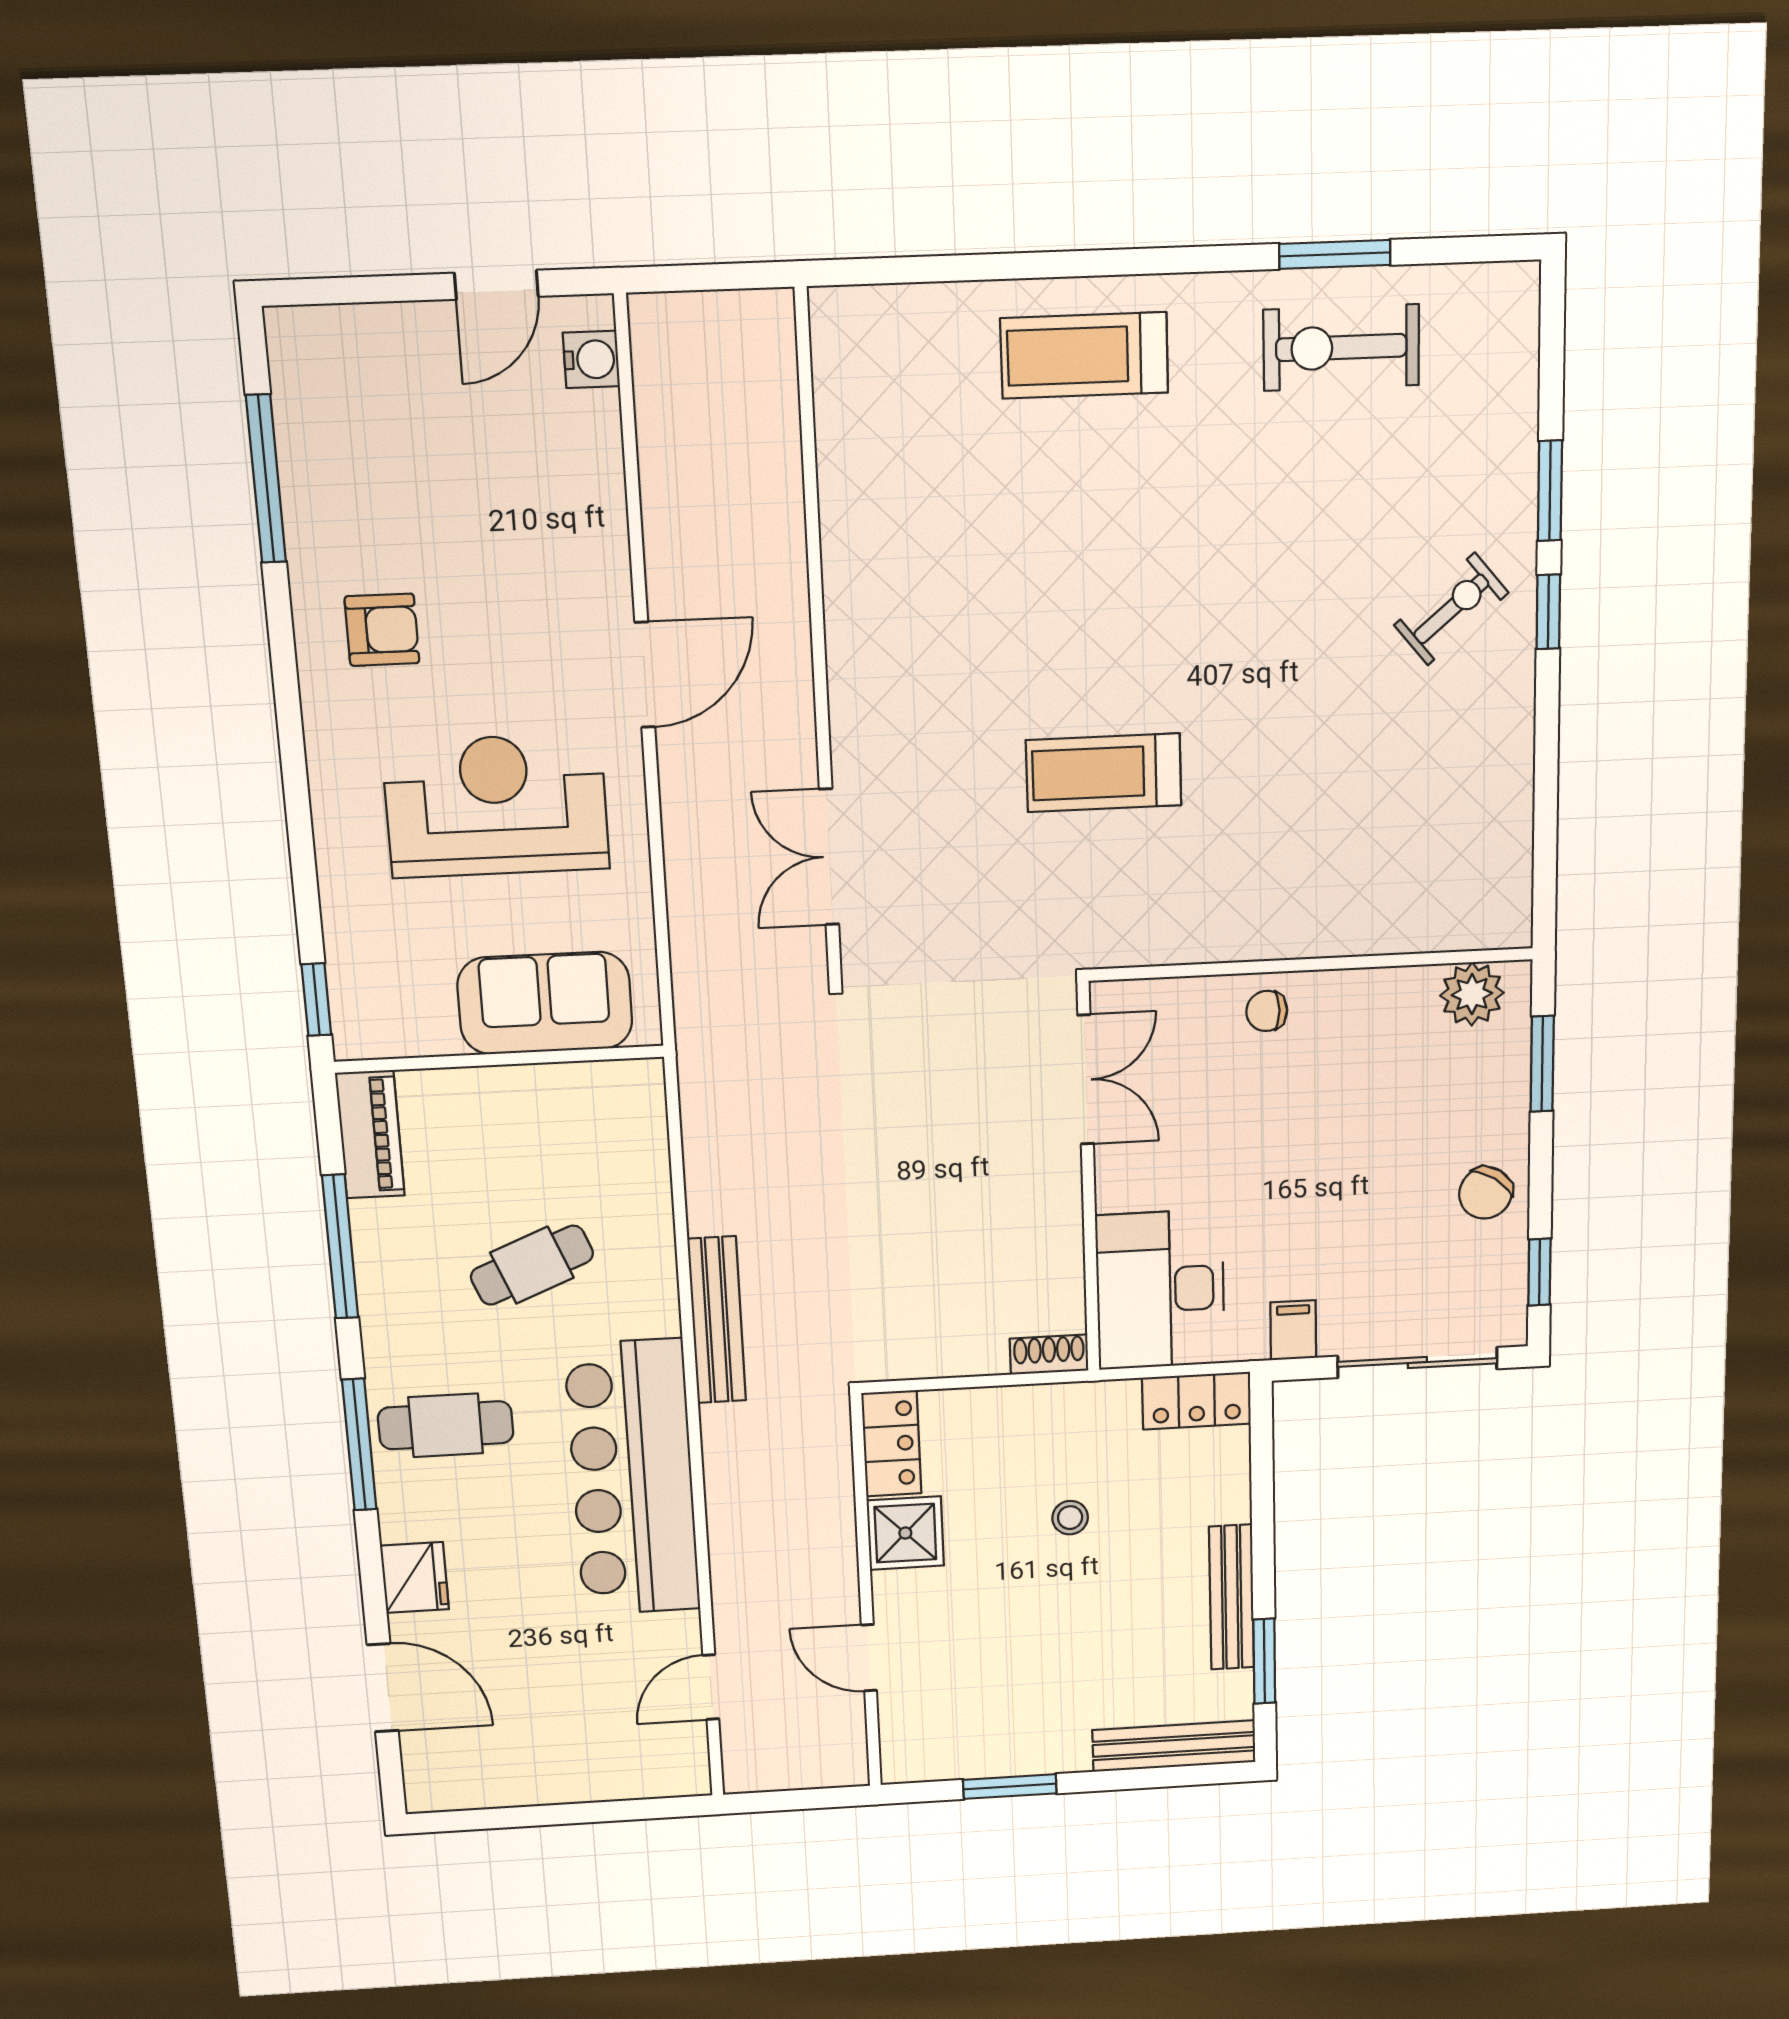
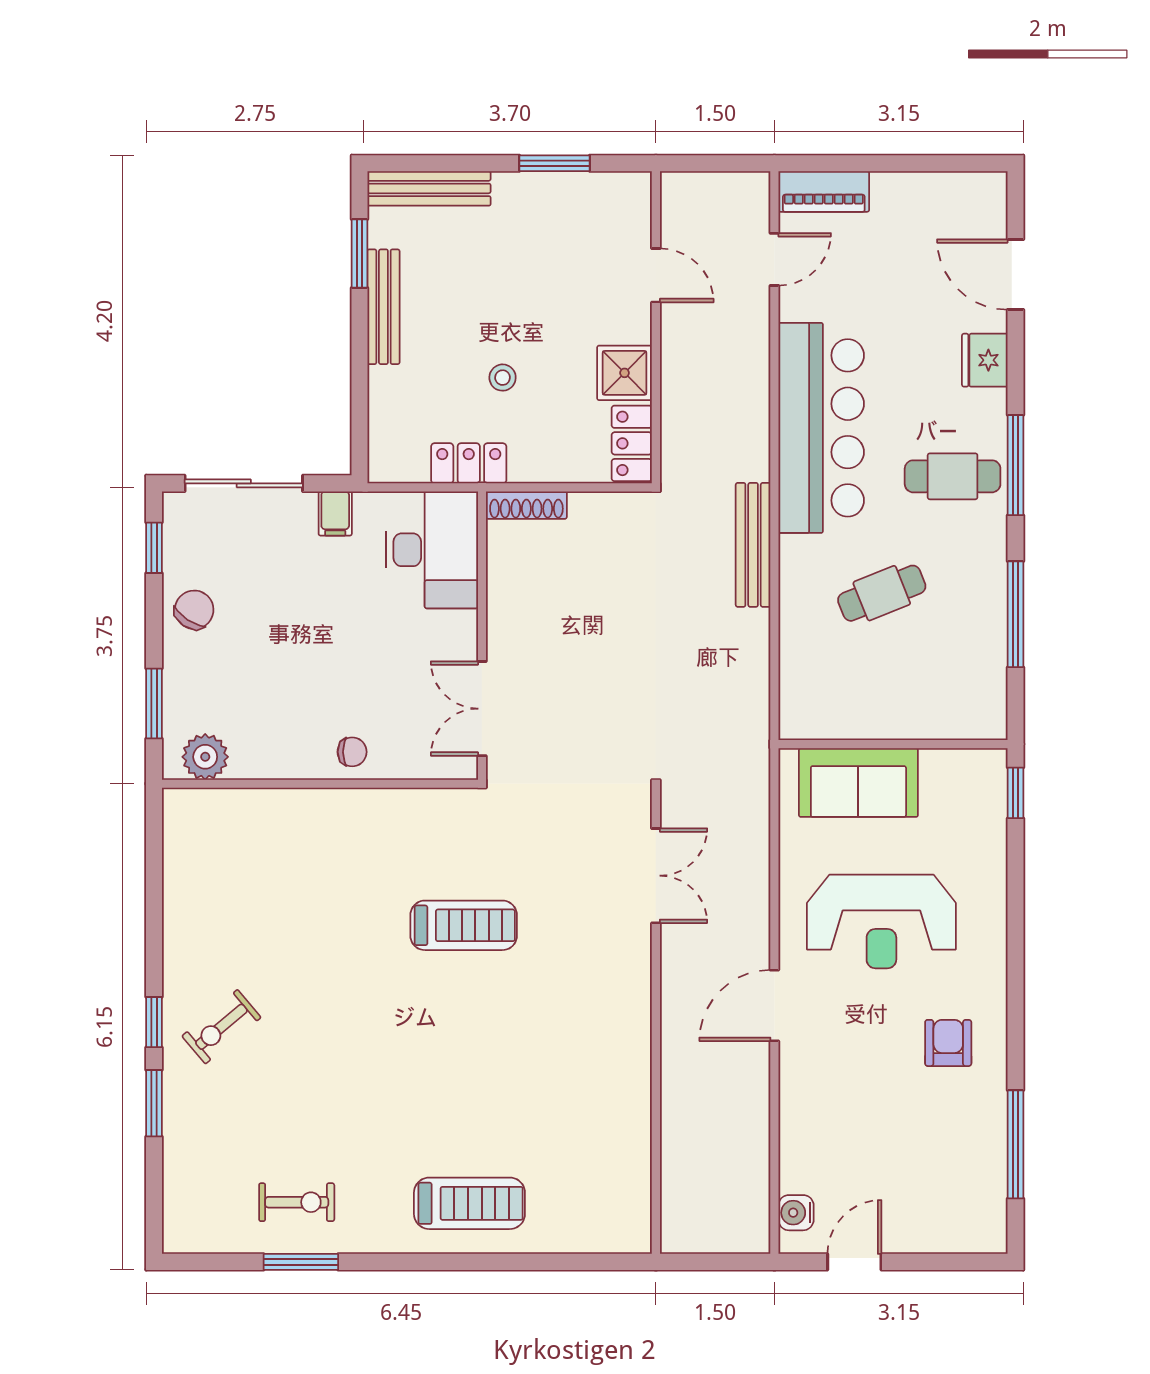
exercise bike: (1341, 347) -> (297, 1202), width x0.73, depth x0.72
armchair: (382, 630) -> (948, 1043), turned 90
piano: (370, 1134) -> (824, 191), moved, turned -90
shoe rack: (1049, 1355) -> (526, 505), width x1.43
locker: (1197, 1401) -> (469, 463), moved

